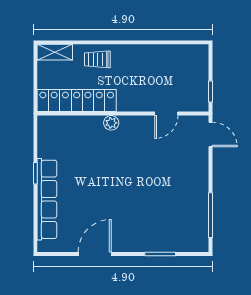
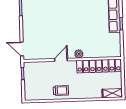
trolley: (97, 59) -> (61, 91), moved
door: (166, 114) -> (61, 60), moved

